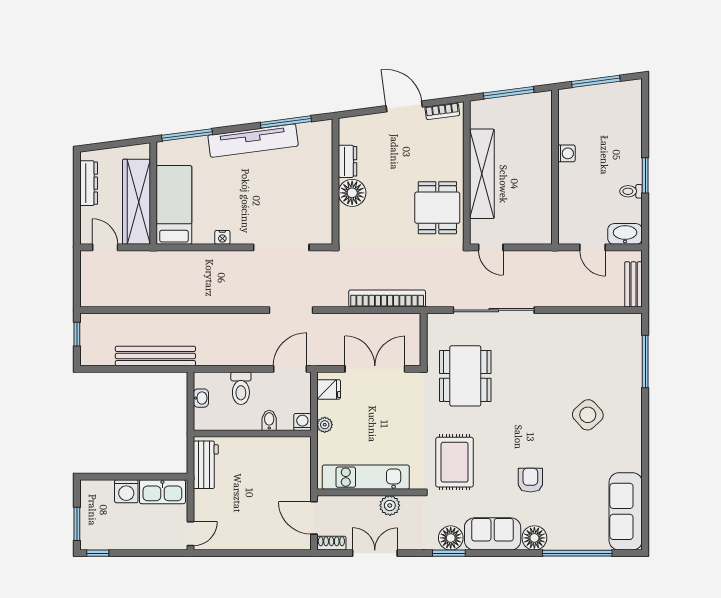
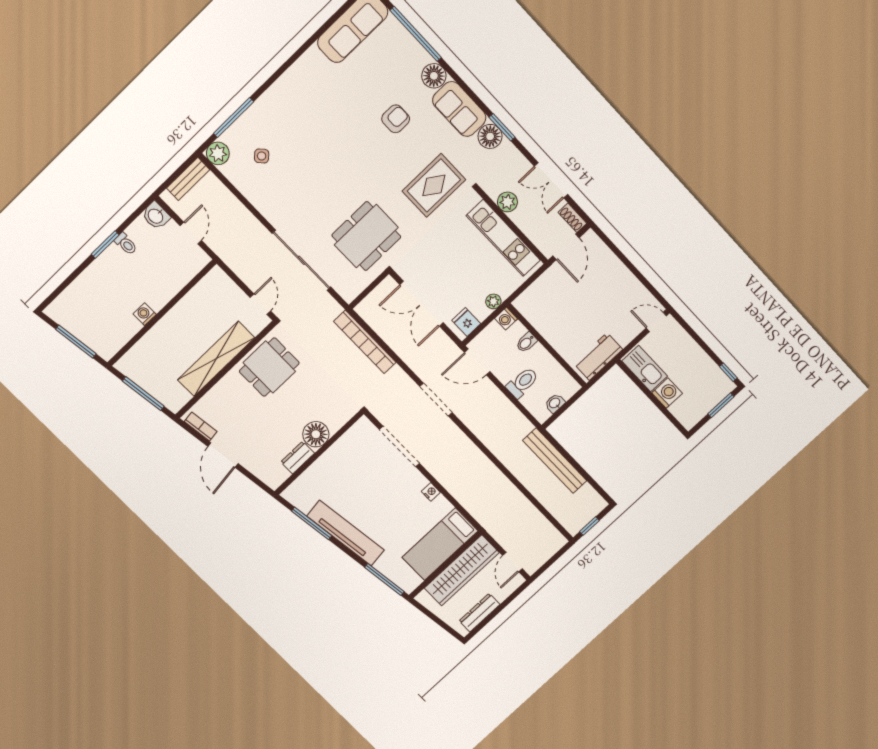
washbasin: (625, 234) -> (156, 216), width x0.72
plant: (631, 325) -> (218, 153), added
side table: (588, 415) -> (262, 156), moved, width x0.54, depth x0.54
armchair: (530, 480) -> (396, 119), turned 180

